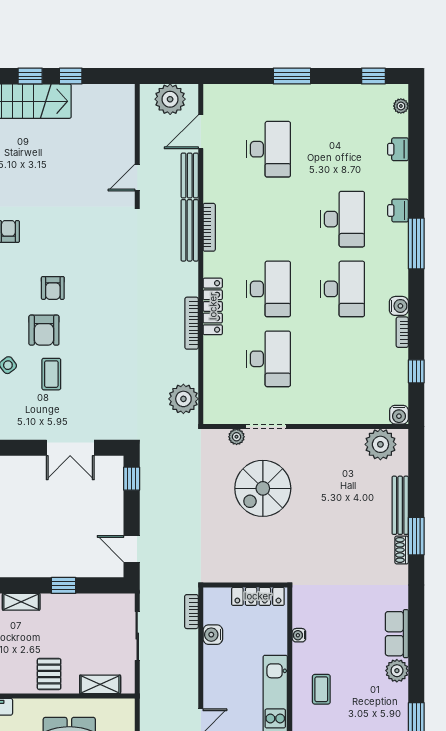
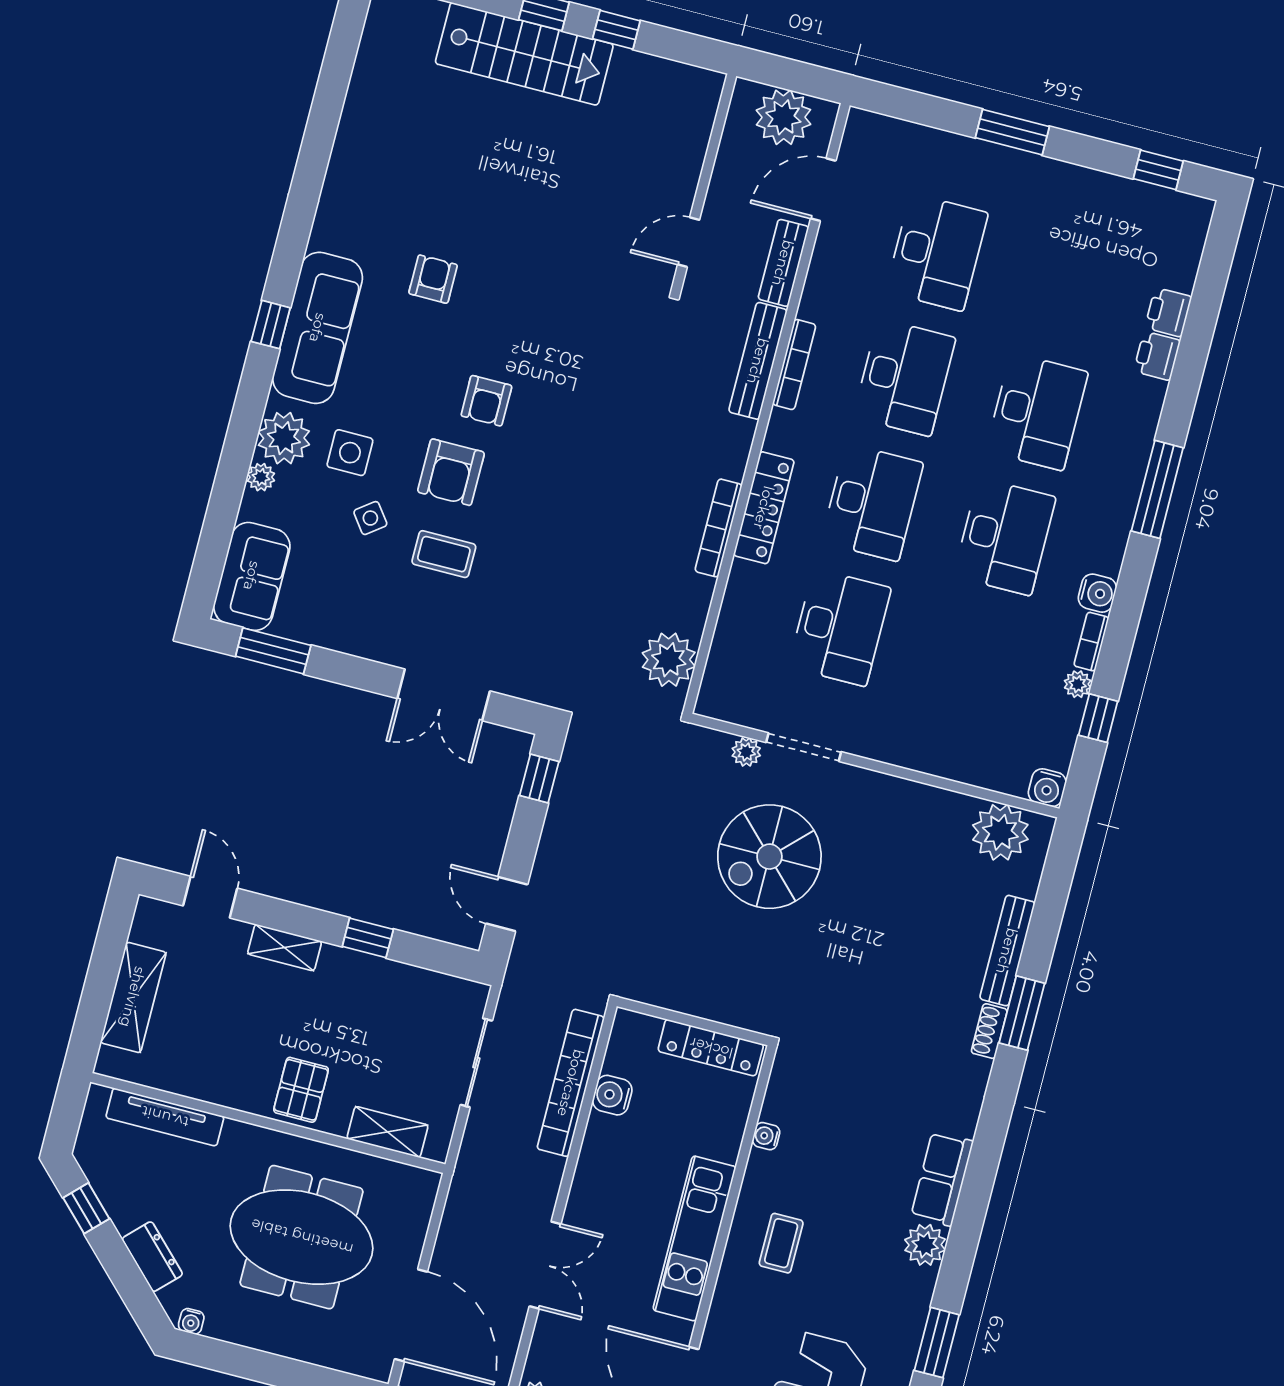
plant: (401, 106) -> (1078, 684), moved
printer: (398, 211) -> (1157, 356), moved
desk: (269, 219) -> (905, 377), added
coffee table: (51, 374) -> (444, 554), turned 90
bookcase: (191, 612) -> (571, 1083), width x2.31, depth x1.31

